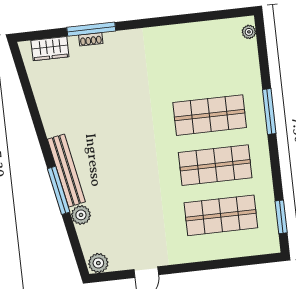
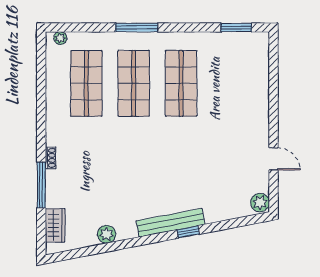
shoe rack: (91, 39) -> (51, 158), moved
window: (59, 190) -> (188, 232), width x0.46
plant: (81, 215) -> (107, 234), moved
shop shelf: (221, 215) -> (86, 83), moved

